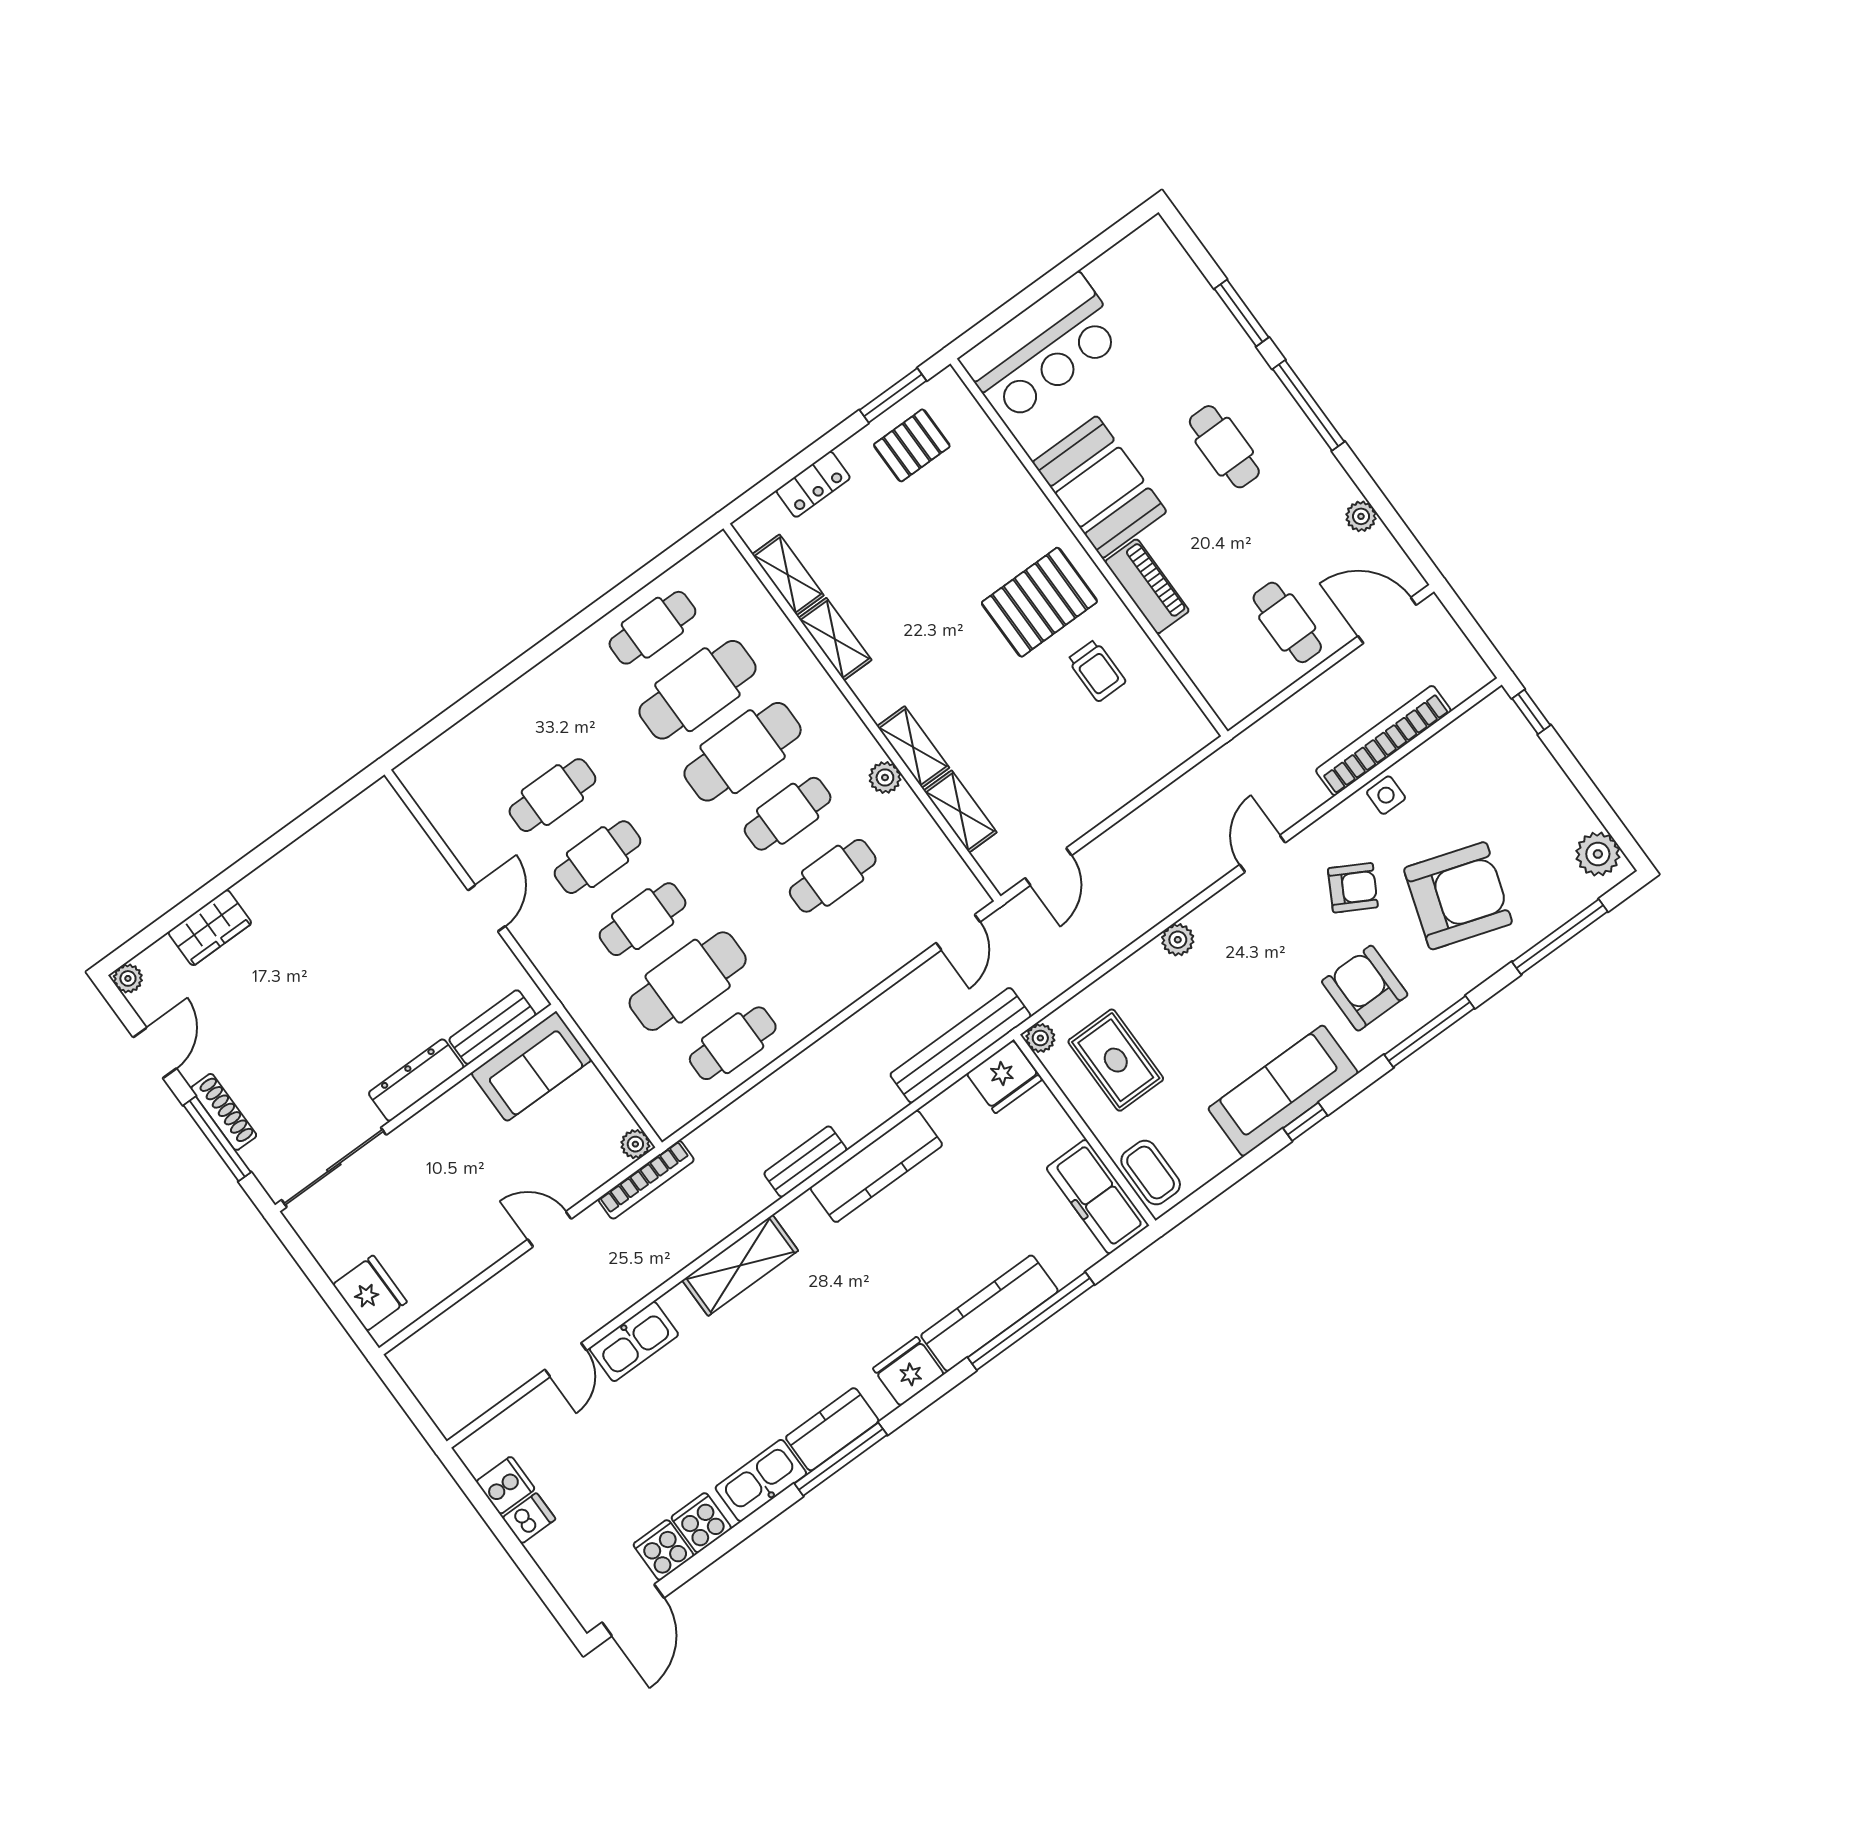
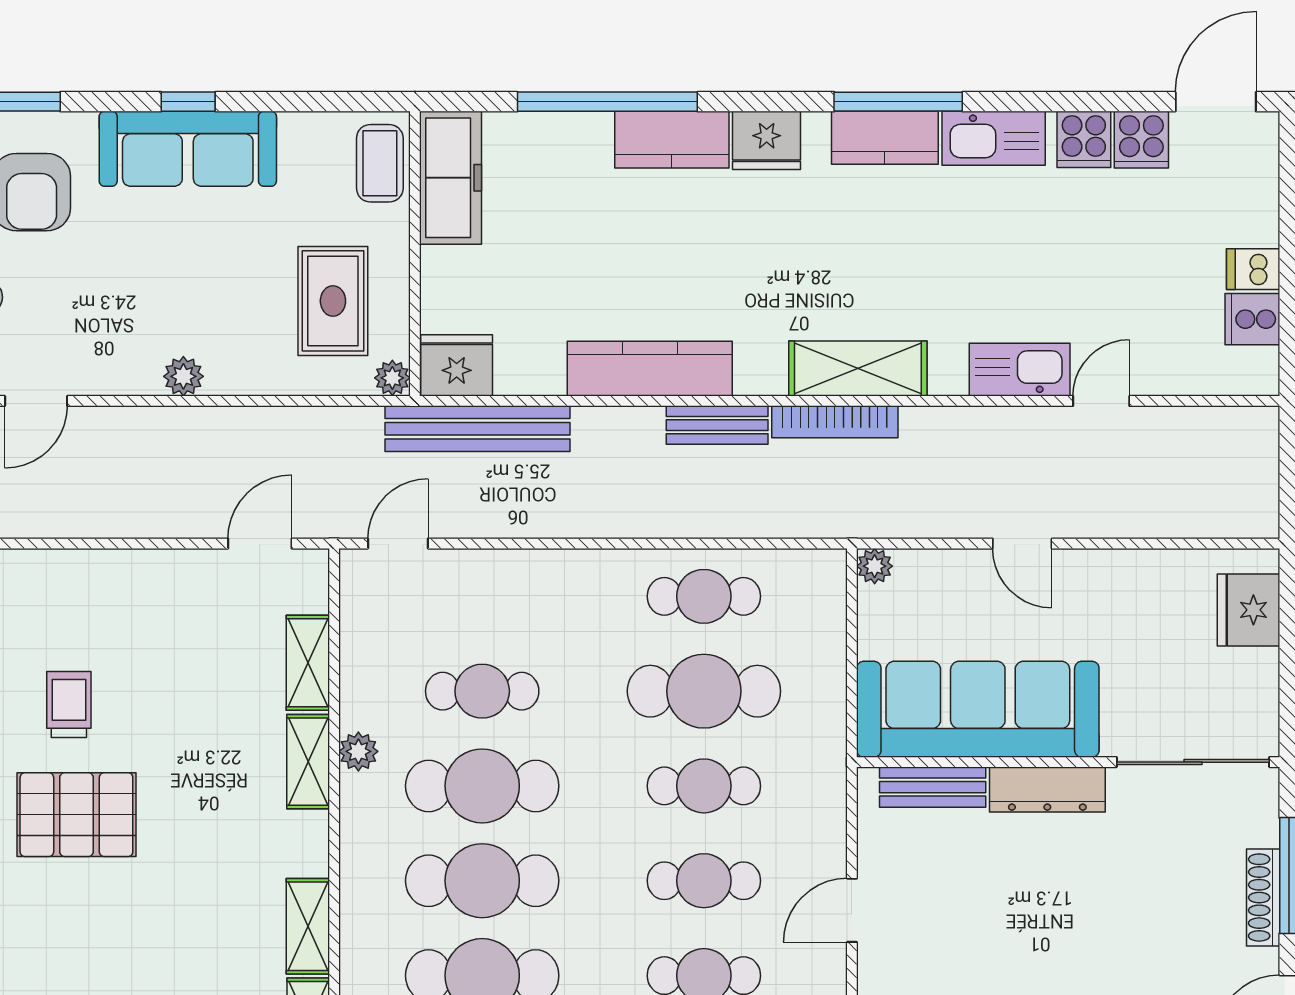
cafe table: (788, 814) -> (482, 786), width x1.37, depth x1.35
sofa: (531, 1066) -> (978, 709), width x1.85, depth x1.27
bookcase: (646, 1180) -> (835, 422), moved, turned 180
kitchen counter: (989, 1313) -> (672, 140), width x0.67

